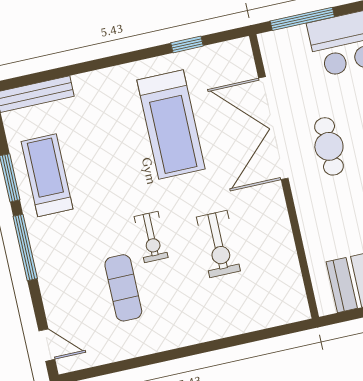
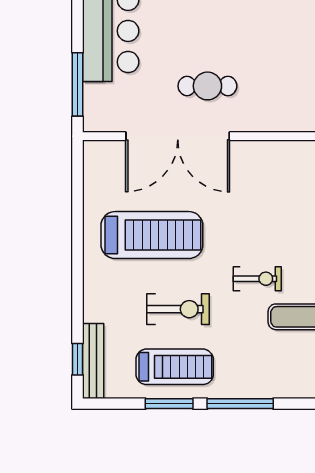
window: (187, 44) -> (77, 359), moved
treadmill: (47, 175) -> (175, 367), turned 180
exercise bike: (218, 244) -> (178, 309), moved

